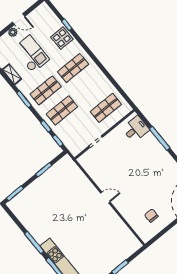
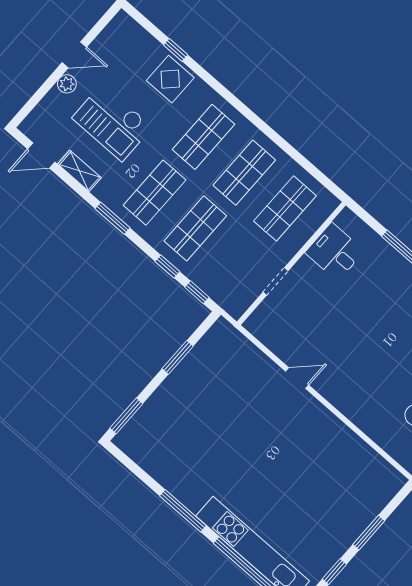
checkout: (31, 54) -> (112, 123), turned 180
shop shelf: (89, 88) -> (244, 173), added
desk: (136, 129) -> (335, 252), moved, turned -90
door: (105, 197) -> (297, 378), moved

